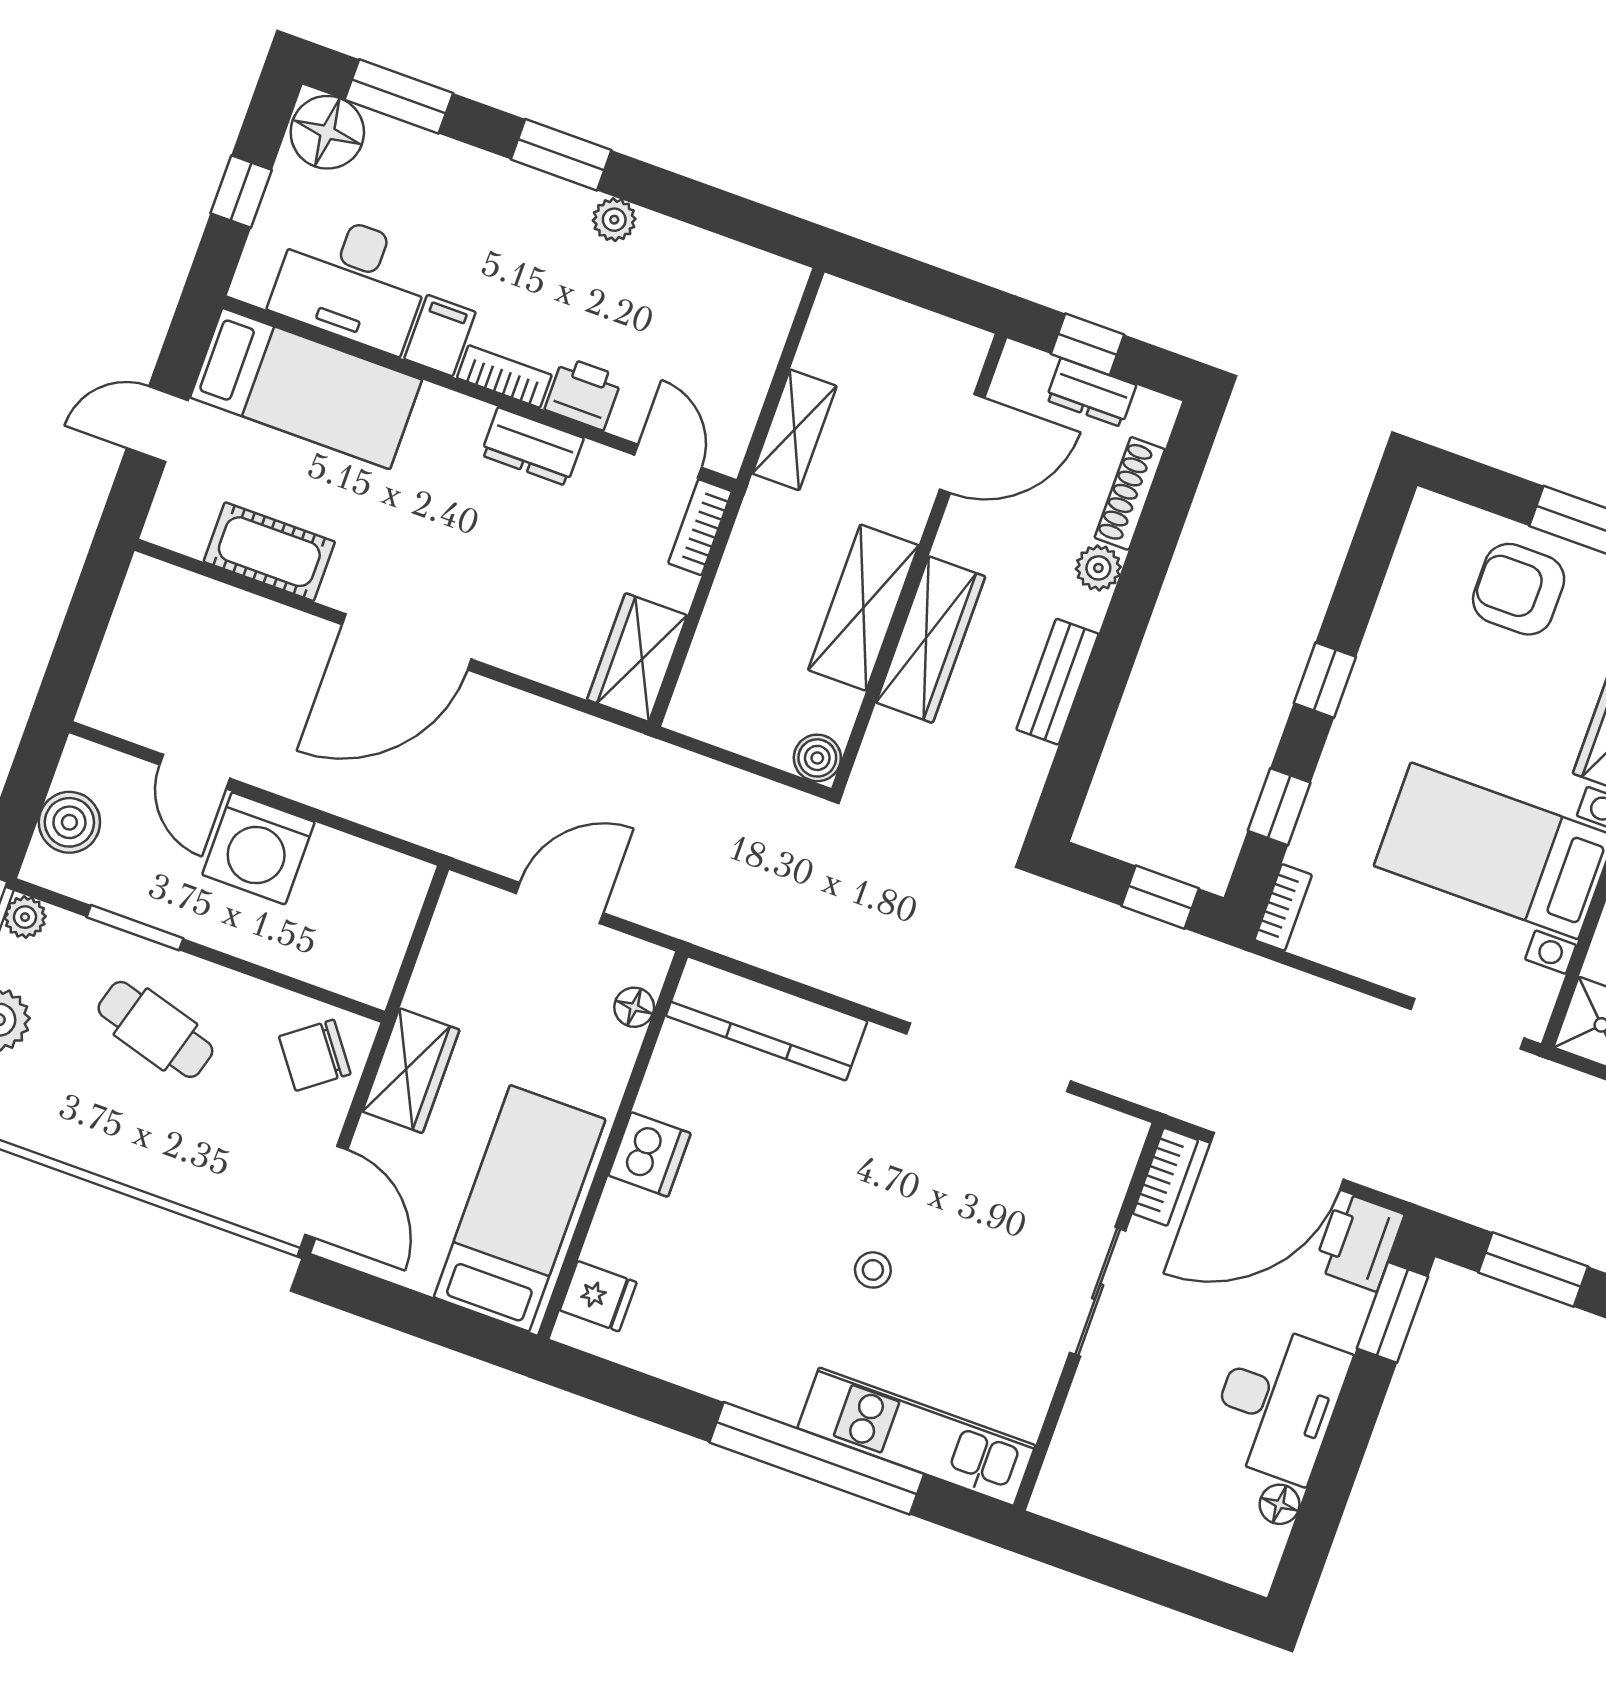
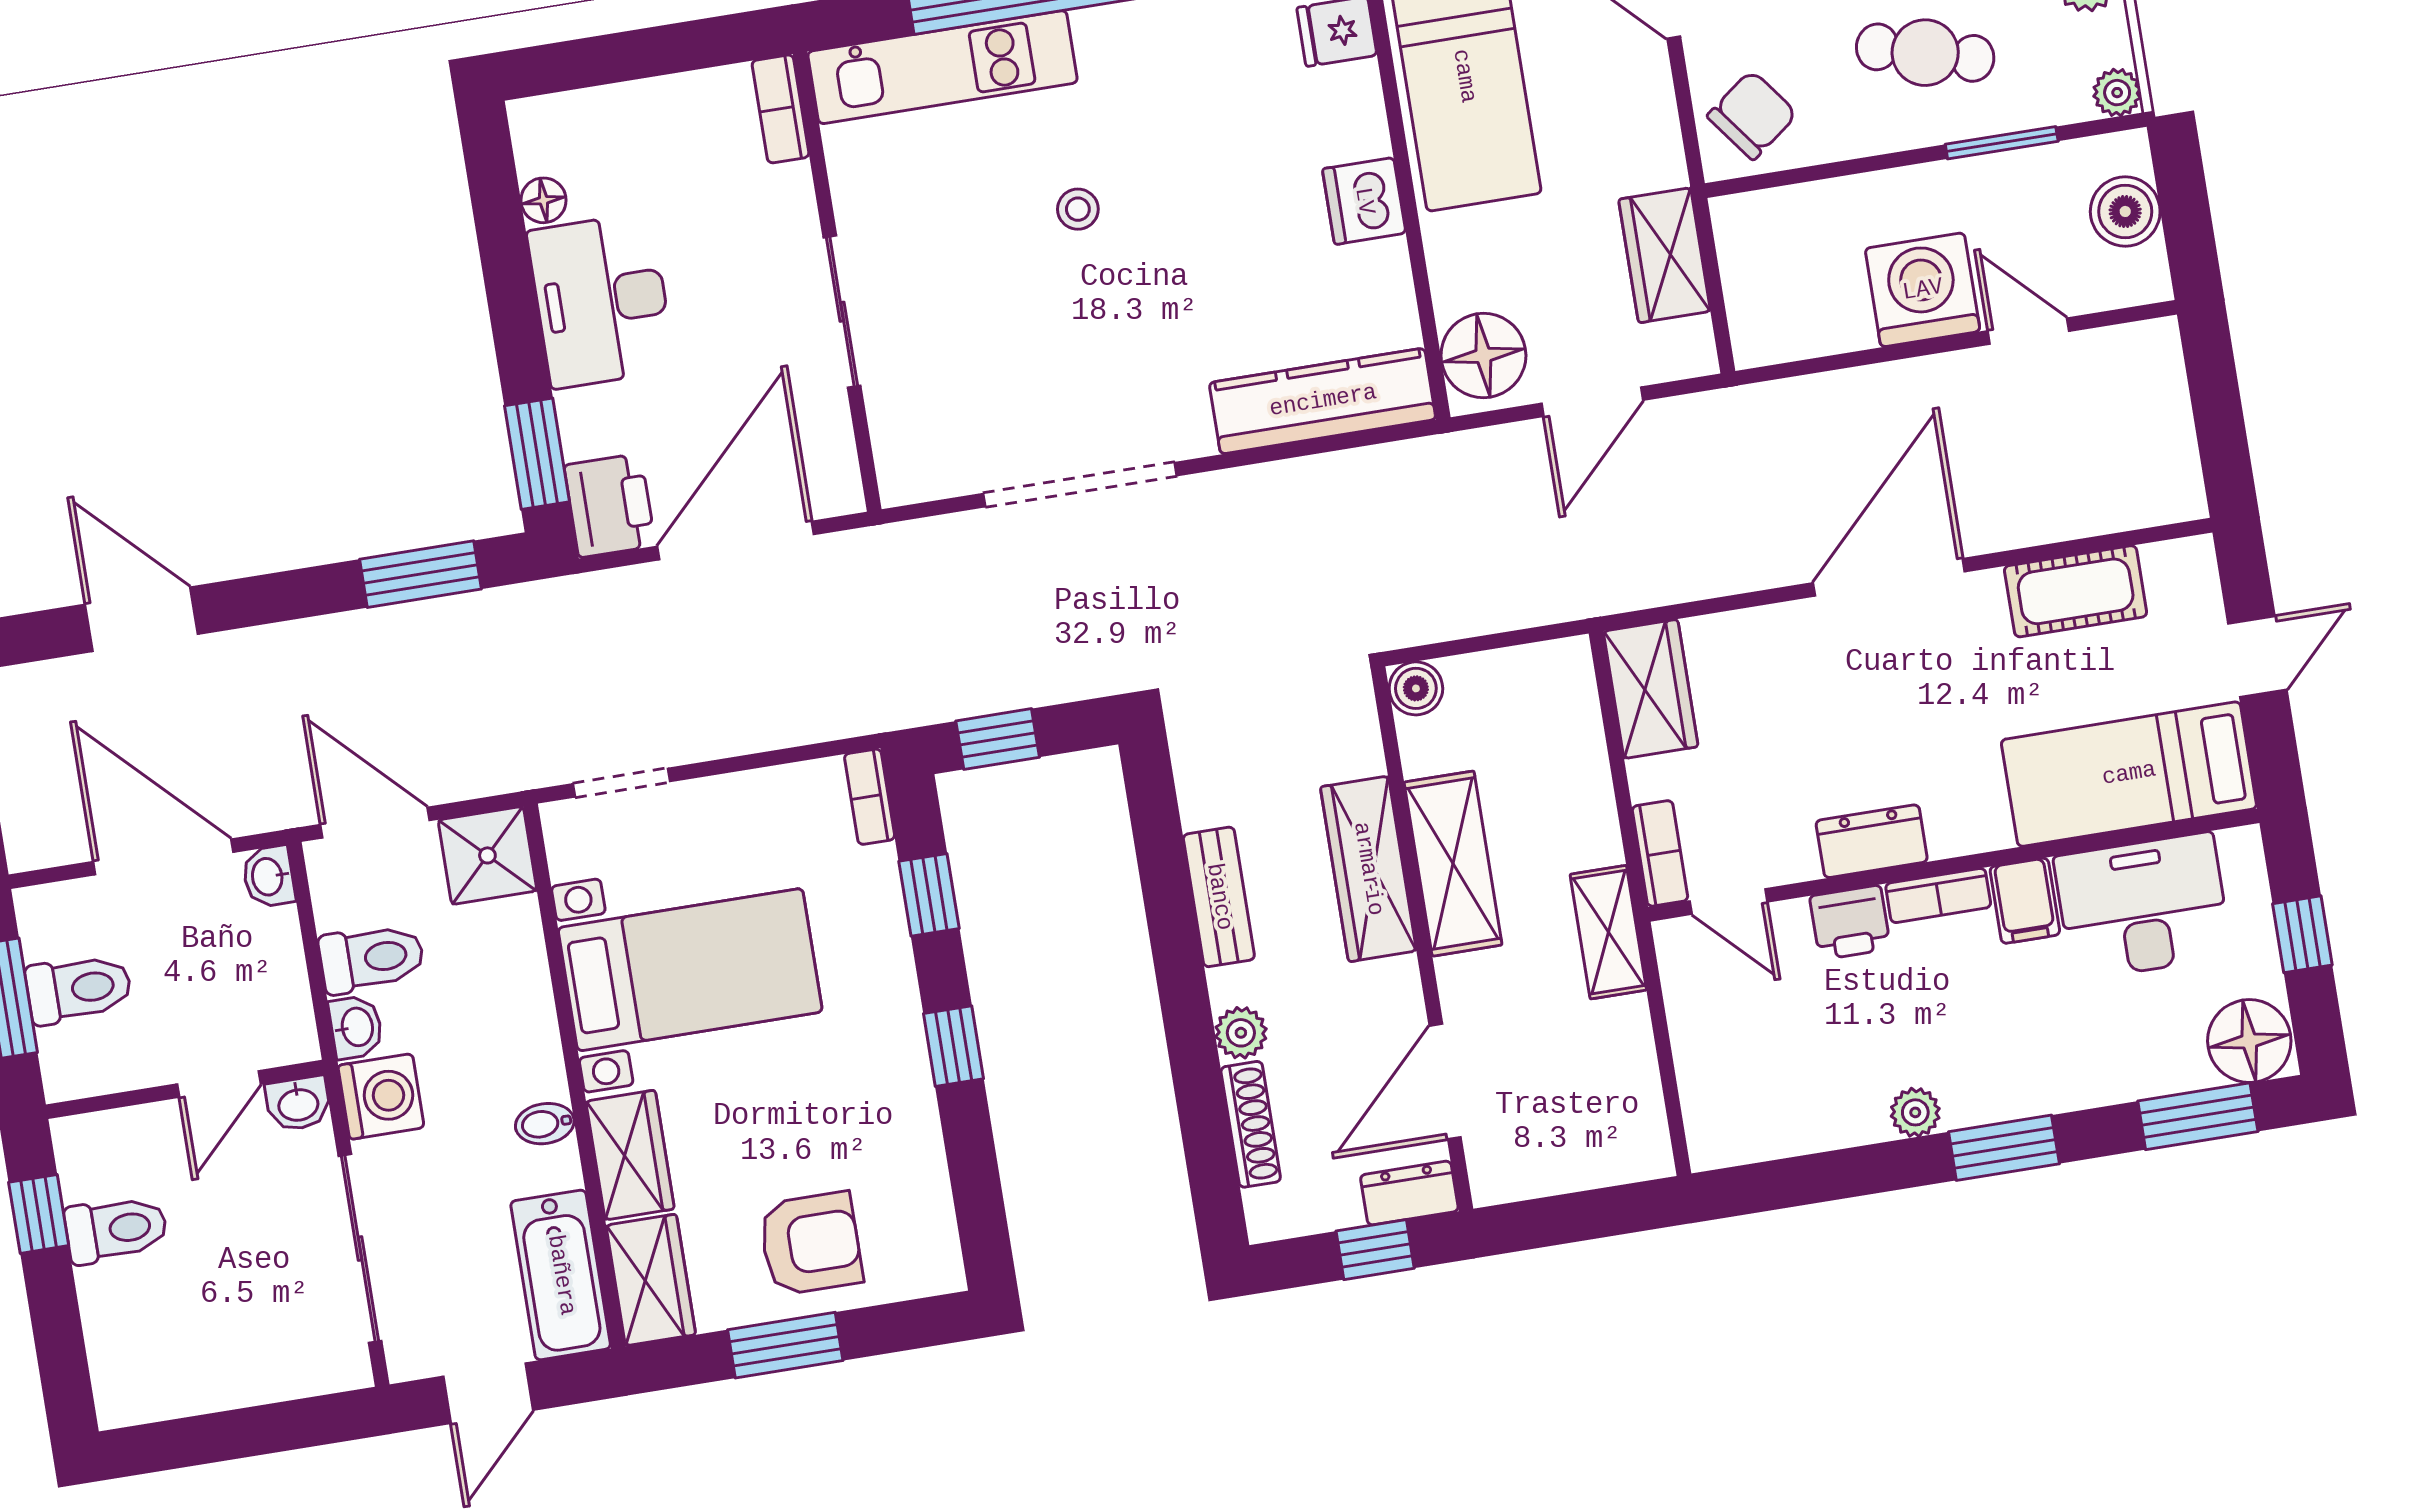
dresser: (1091, 392) -> (1409, 1193), moved
shelving: (795, 430) -> (1608, 932), moved
floor lamp: (634, 1007) -> (1483, 355), width x1.89, depth x1.89
doorway: (1467, 1024) -> (622, 783), width x0.73
wardrobe: (411, 1071) -> (1665, 255), moved
bookcase: (1165, 1177) -> (781, 109), moved

